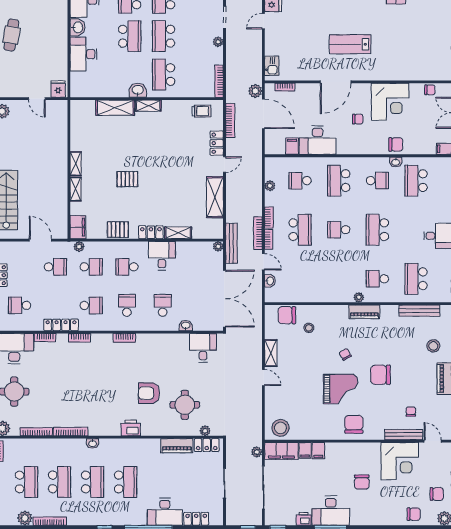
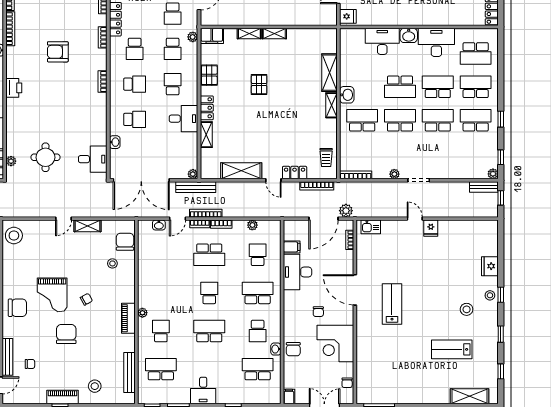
armchair: (149, 393) -> (58, 52), moved, turned -90
round table: (185, 405) -> (45, 157), moved

